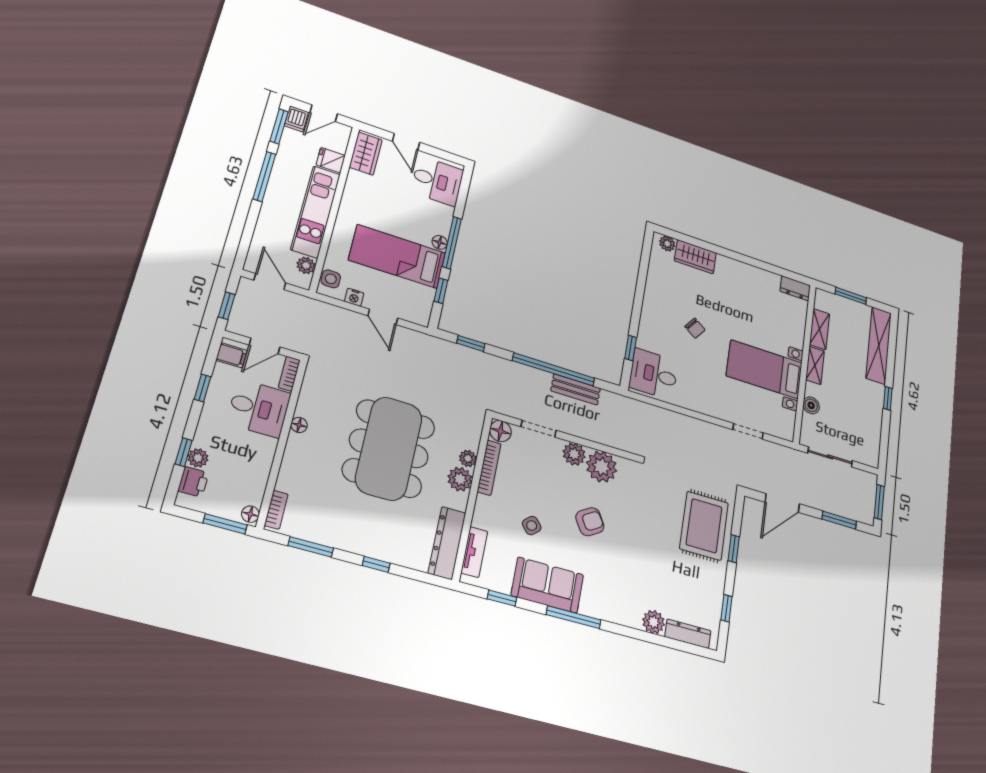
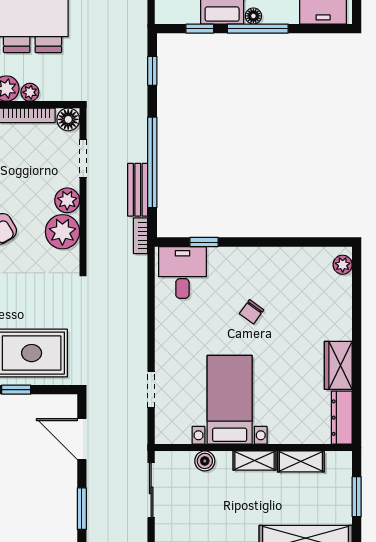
wardrobe: (695, 257) -> (338, 365), moved
dresser: (795, 288) -> (342, 418), width x1.44
bookcase: (616, 400) -> (141, 236), added

